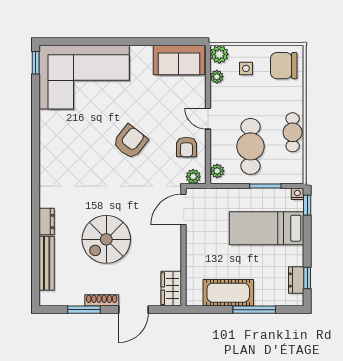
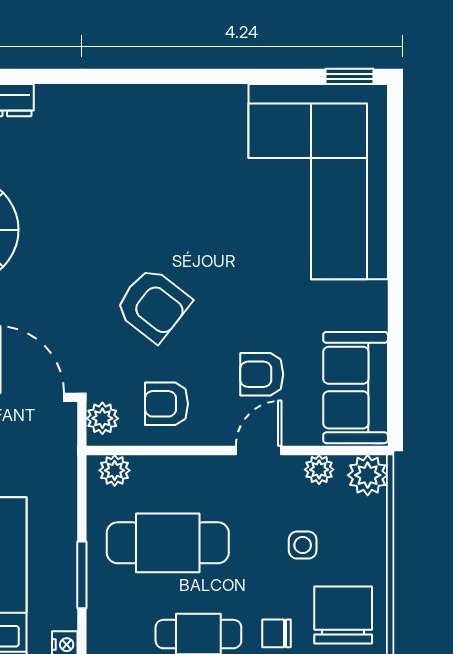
side table: (246, 68) -> (303, 545), moved
chair: (292, 96) -> (276, 633), added
armchair: (173, 103) -> (262, 374), added
door: (208, 119) -> (259, 450), moved
armchair: (130, 142) -> (153, 305), moved

